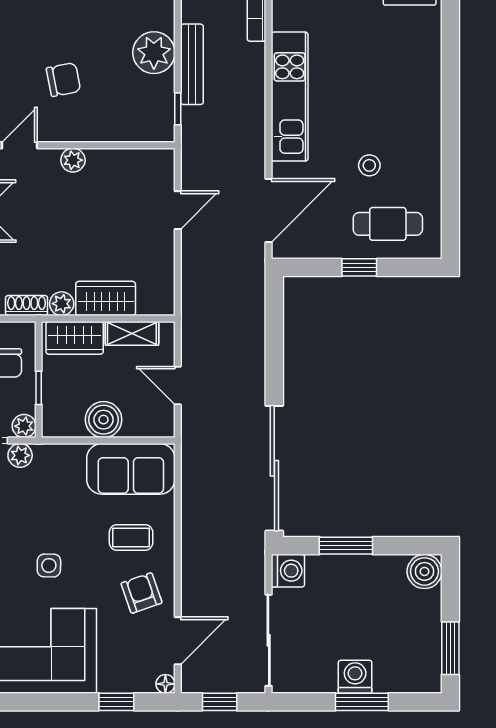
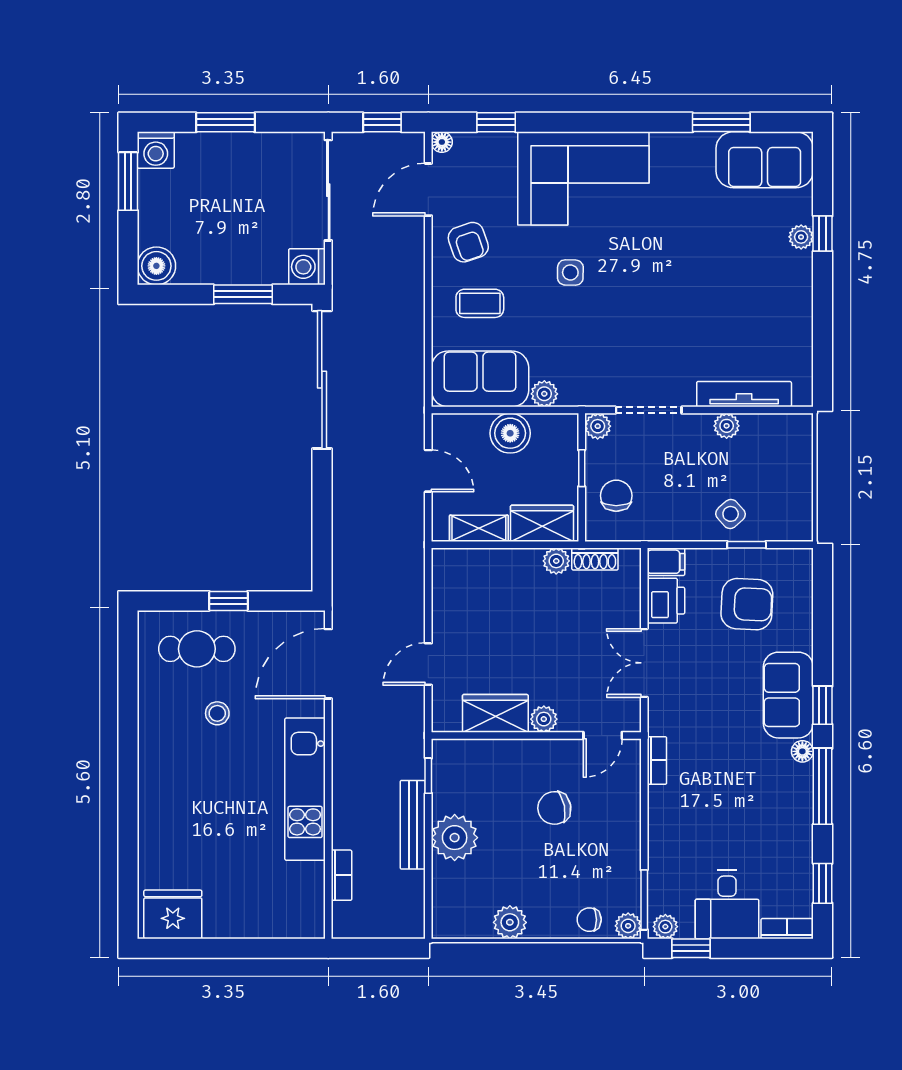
wardrobe: (106, 298) -> (495, 713), moved, turned 180
plant: (20, 455) -> (544, 394), moved
washing machine: (355, 677) -> (156, 150), moved

